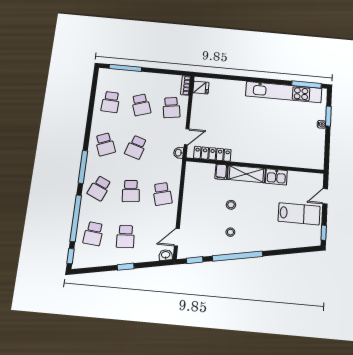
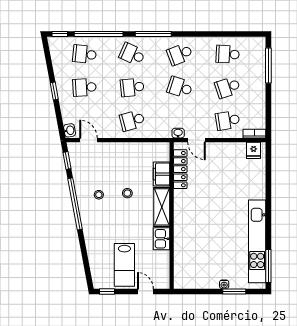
filing cabinet: (221, 172) -> (162, 174), width x2.00

